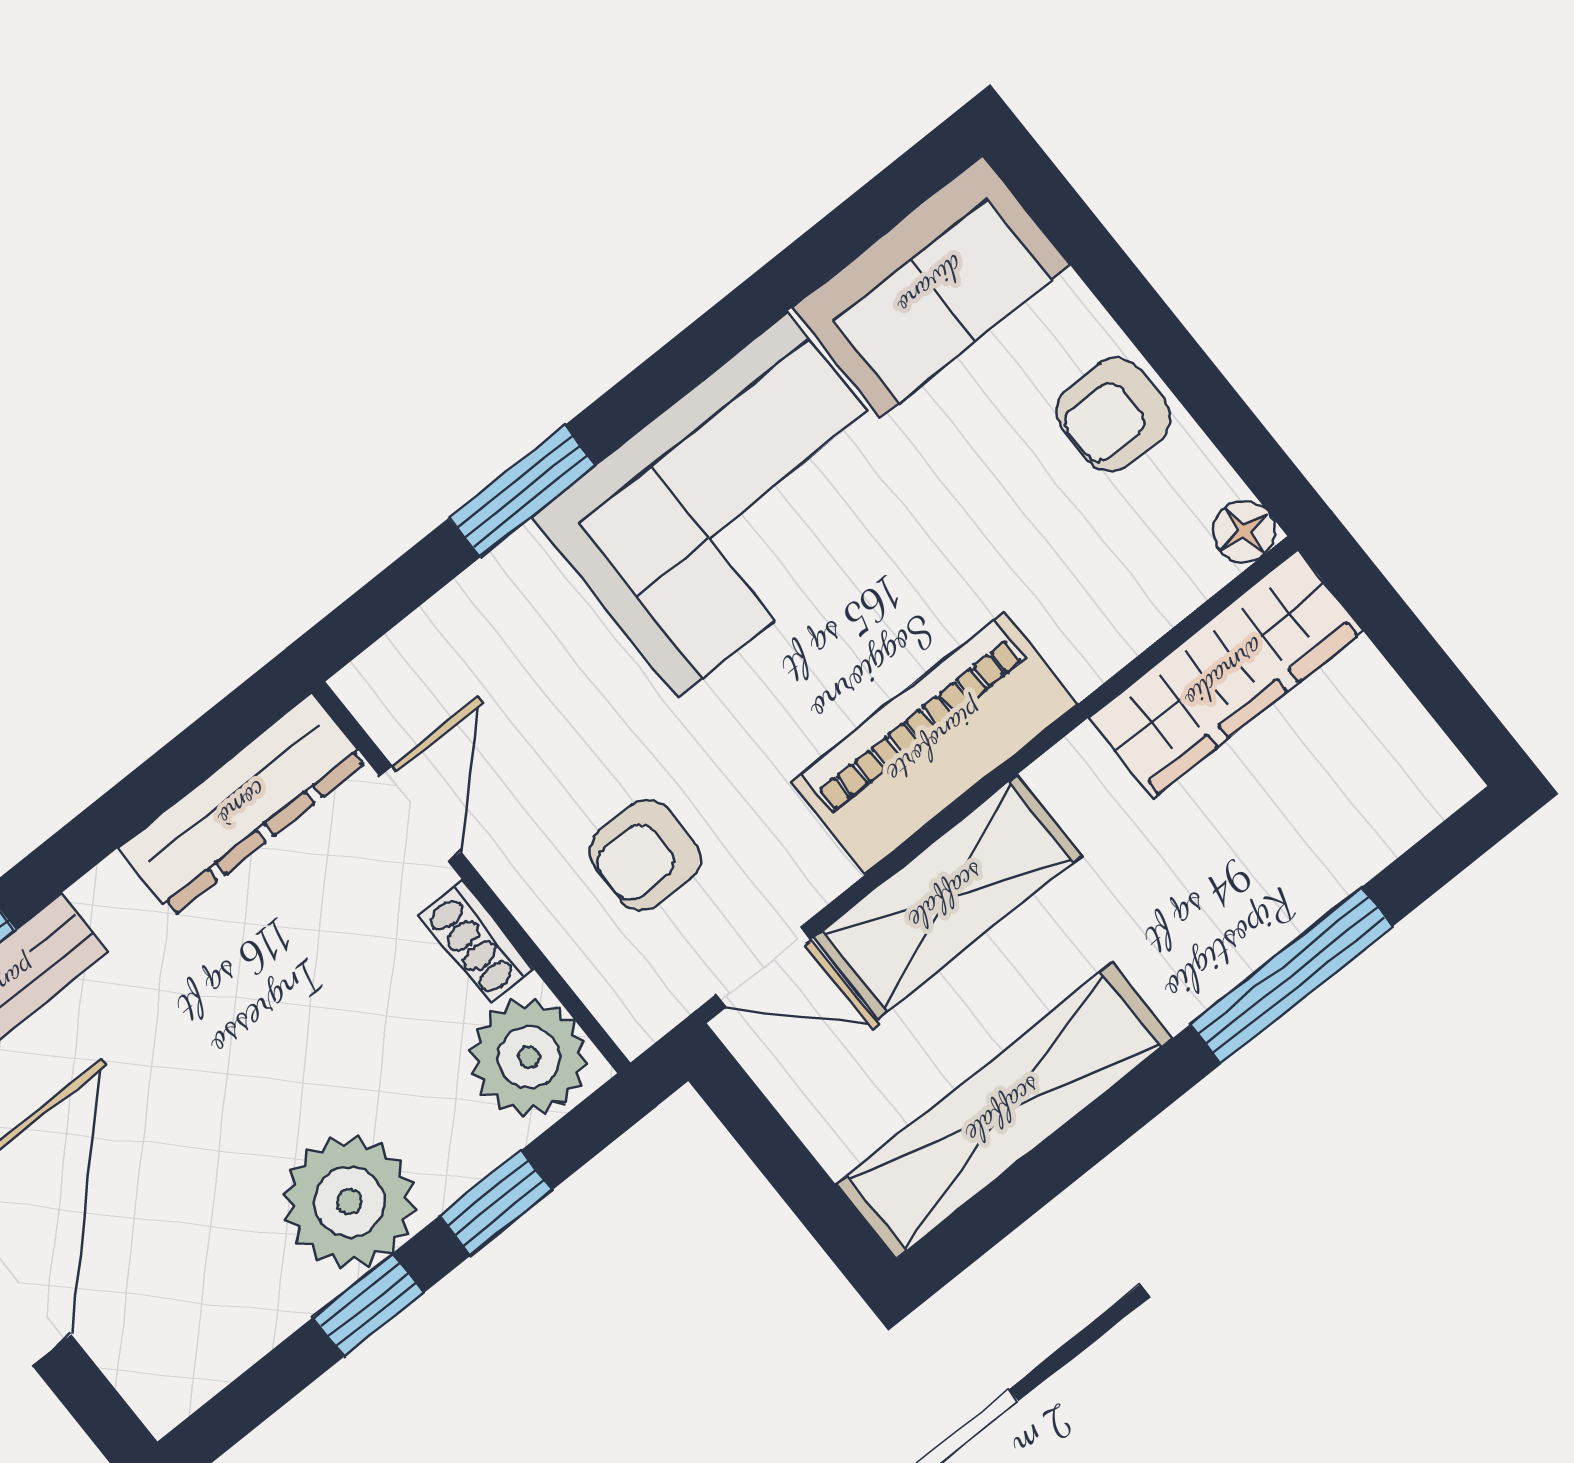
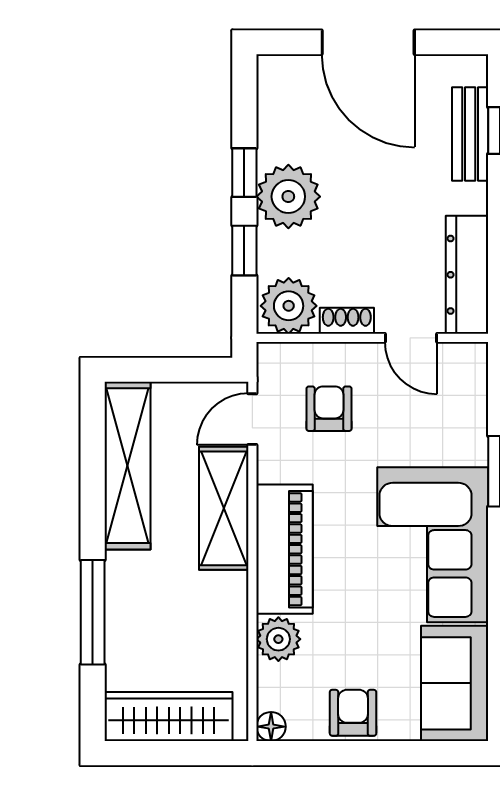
plant: (1091, 635) -> (278, 639), added
wardrobe: (1225, 674) -> (169, 716), moved, turned 90

